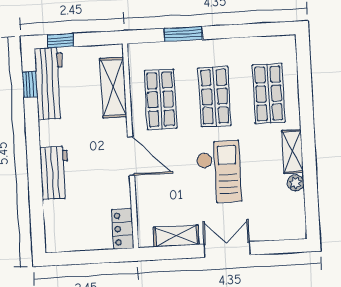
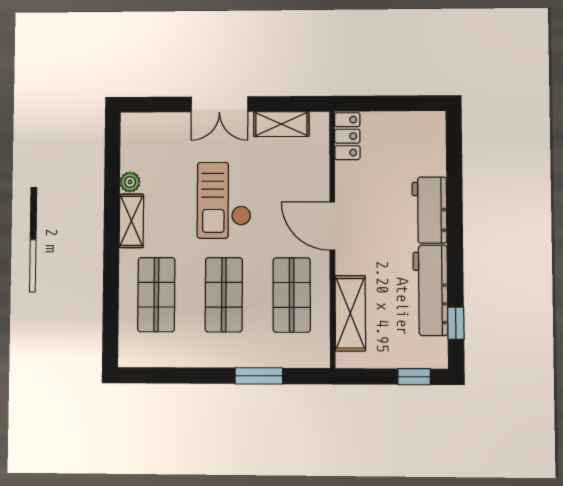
workbench: (50, 83) -> (430, 290), moved

